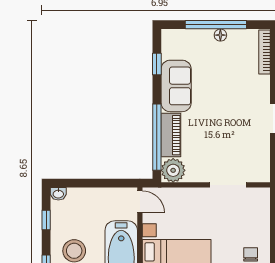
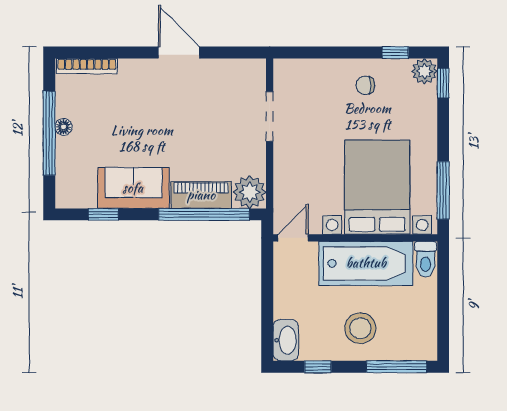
washbasin: (58, 194) -> (286, 340), width x1.91, depth x1.45

